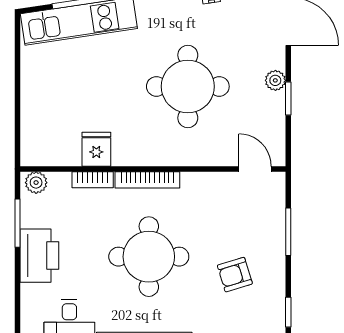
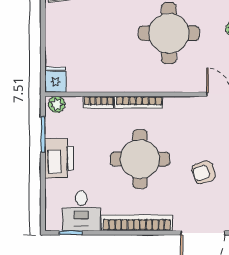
fridge: (96, 149) -> (55, 80), moved

